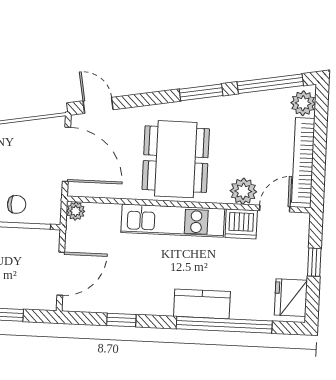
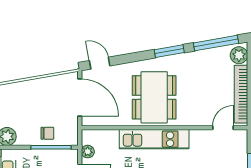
plant: (243, 191) -> (201, 117), removed
plant: (76, 211) -> (88, 152), moved
dishwasher: (241, 224) -> (201, 139), removed

